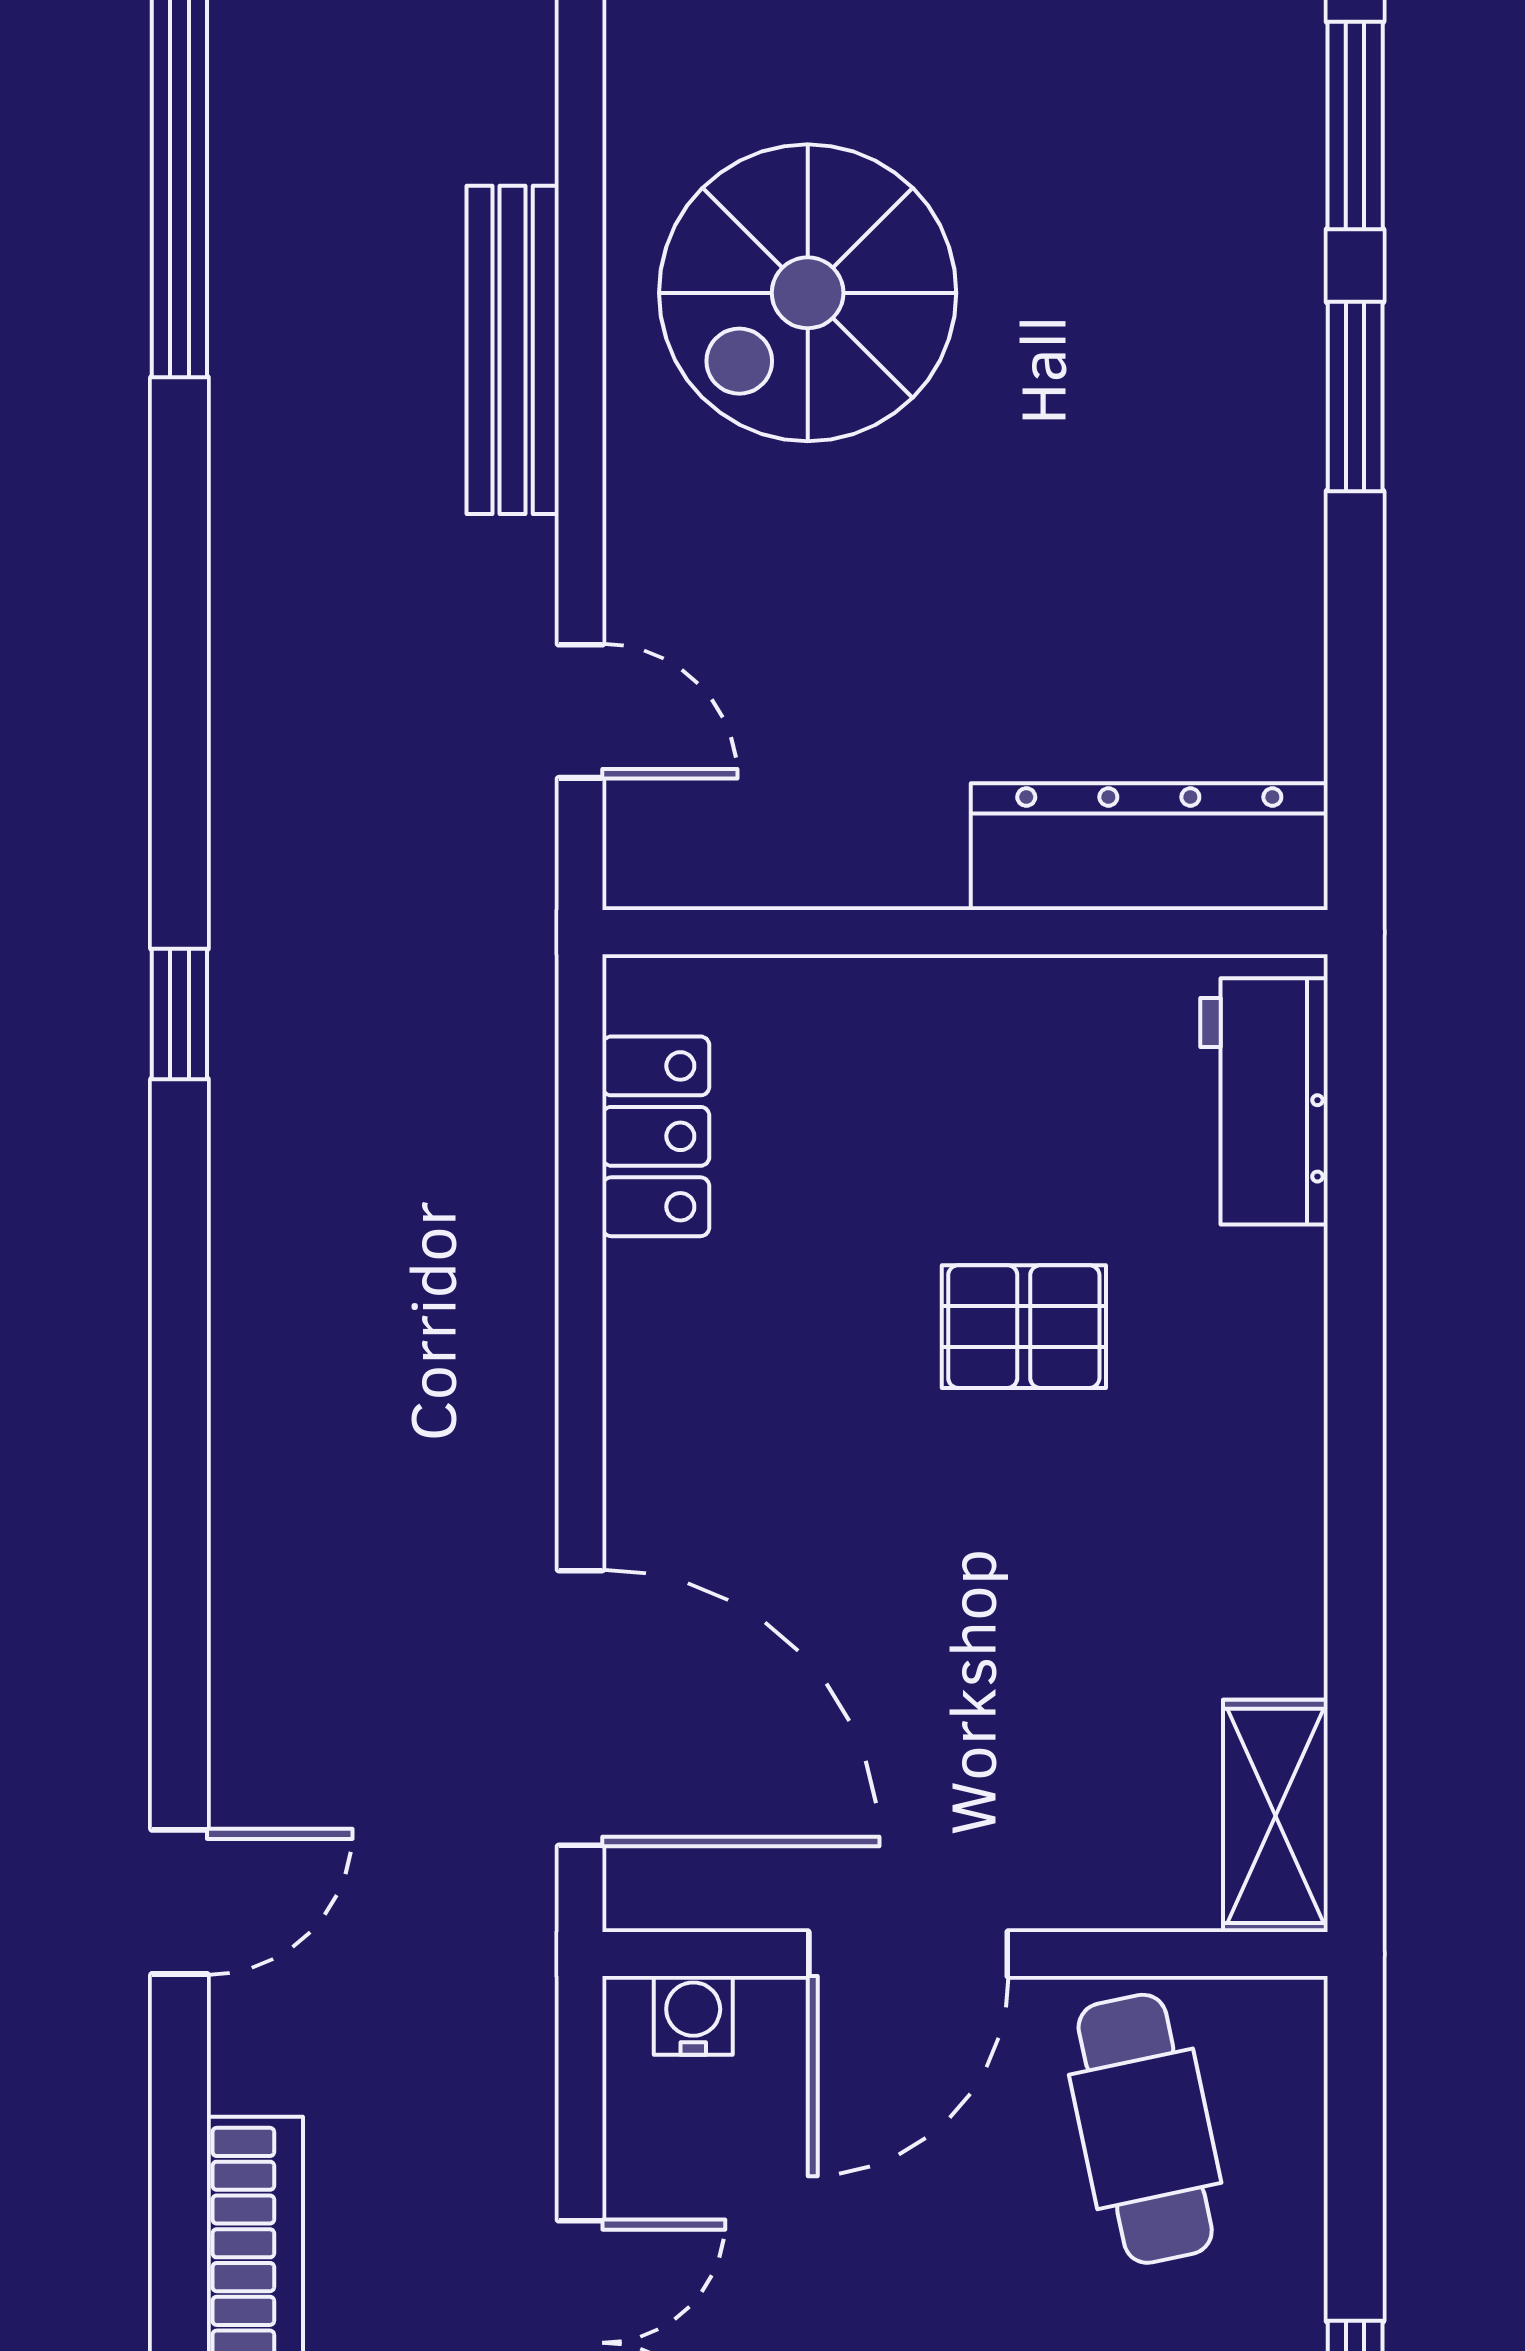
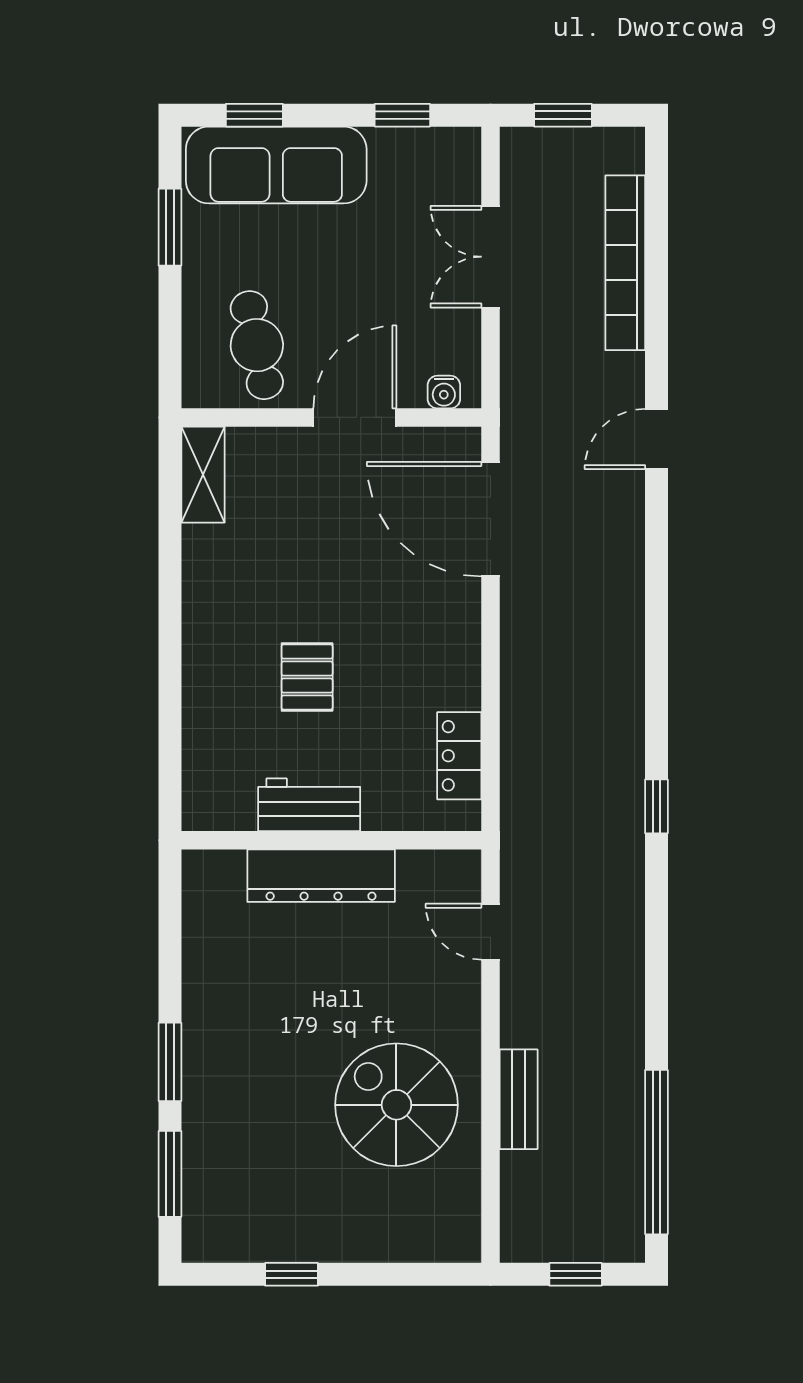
spiral stairs: (808, 293) -> (396, 1105), turned -90
bench: (513, 350) -> (519, 1099), width x0.73
dresser: (1149, 847) -> (321, 876), moved
workbench: (1264, 1101) -> (309, 805), moved, turned -90
pallet: (1024, 1327) -> (307, 677), turned 90

